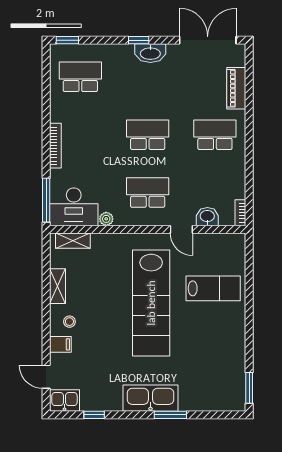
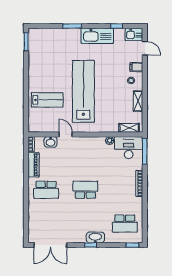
washbasin: (150, 53) -> (95, 237), moved
piano: (236, 88) -> (34, 165), moved
school desk: (148, 135) -> (85, 190), turned 180
school desk: (148, 193) -> (85, 156), removed
lab bench: (213, 288) -> (47, 100), turned 180
kitchen sink: (150, 398) -> (97, 36), moved

